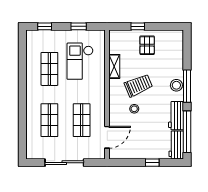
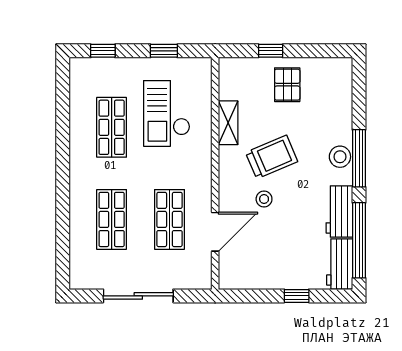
door: (107, 137) -> (215, 232), moved

